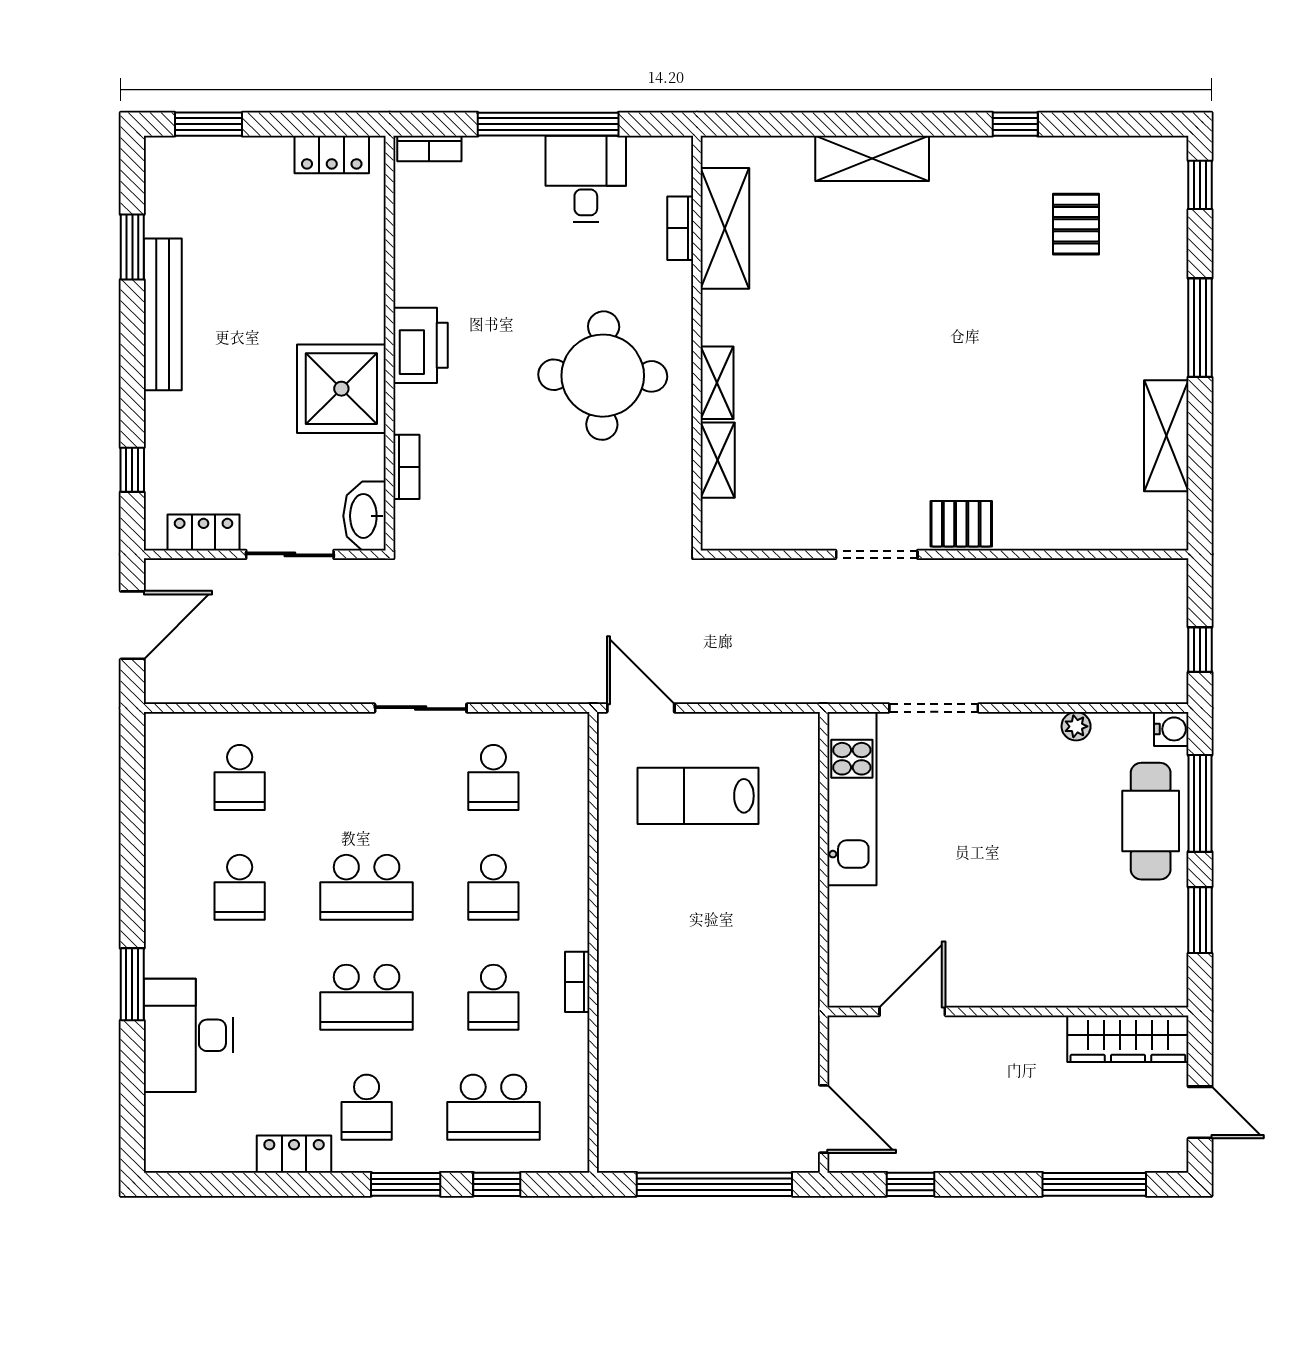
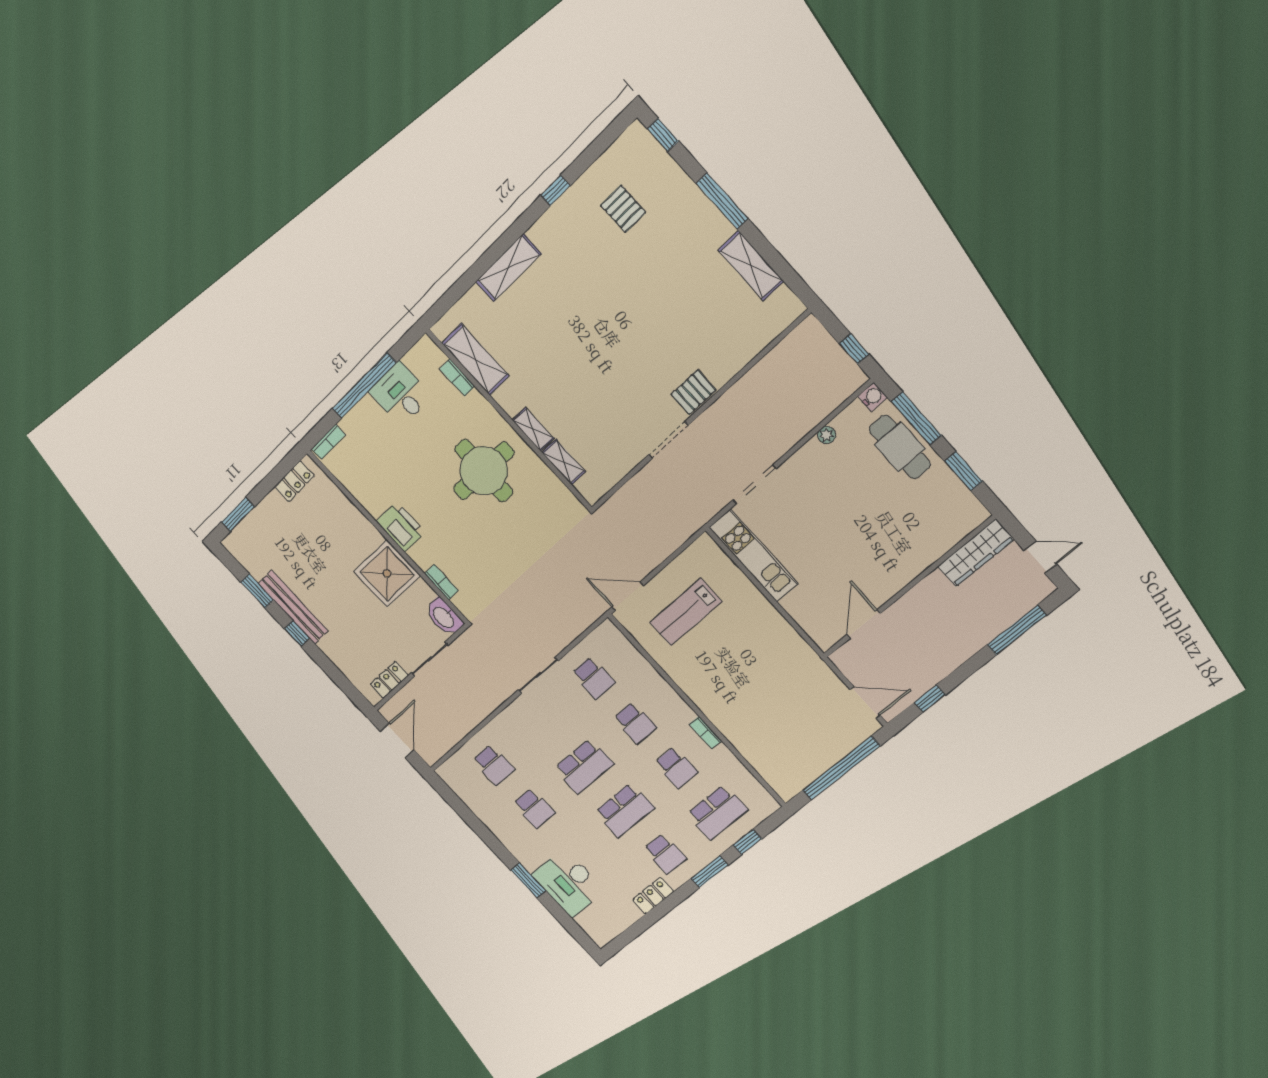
window: (132, 470) -> (297, 633), moved

